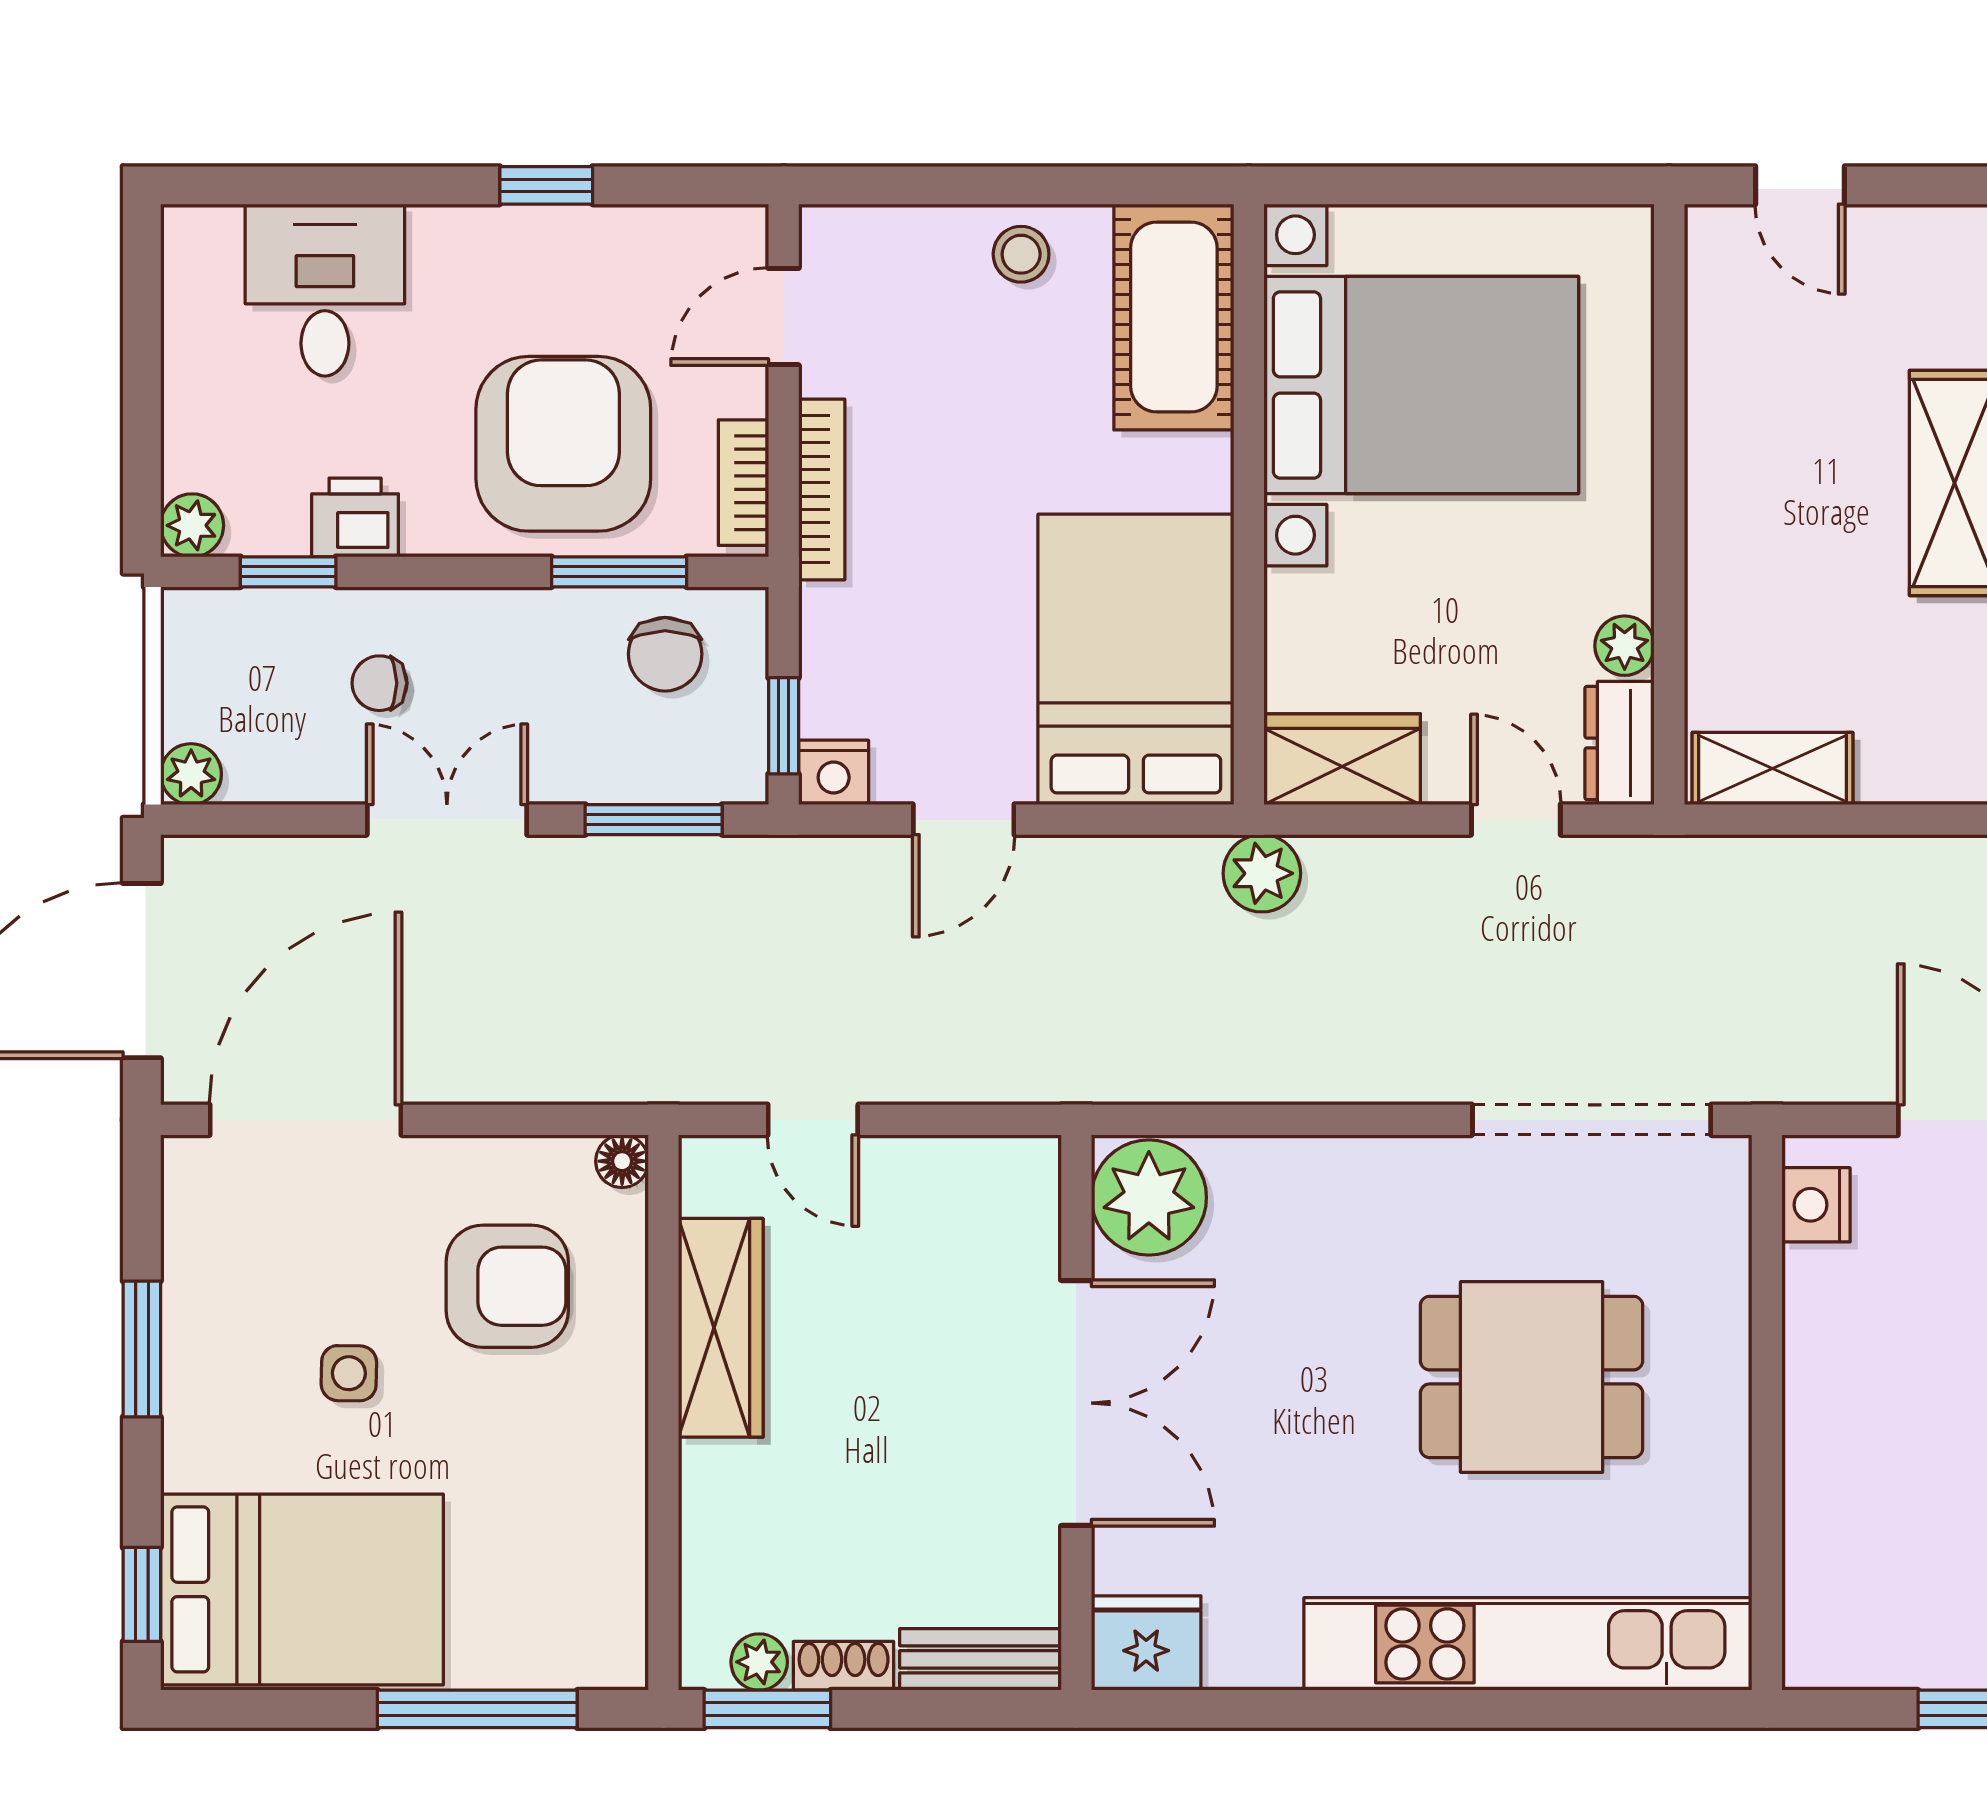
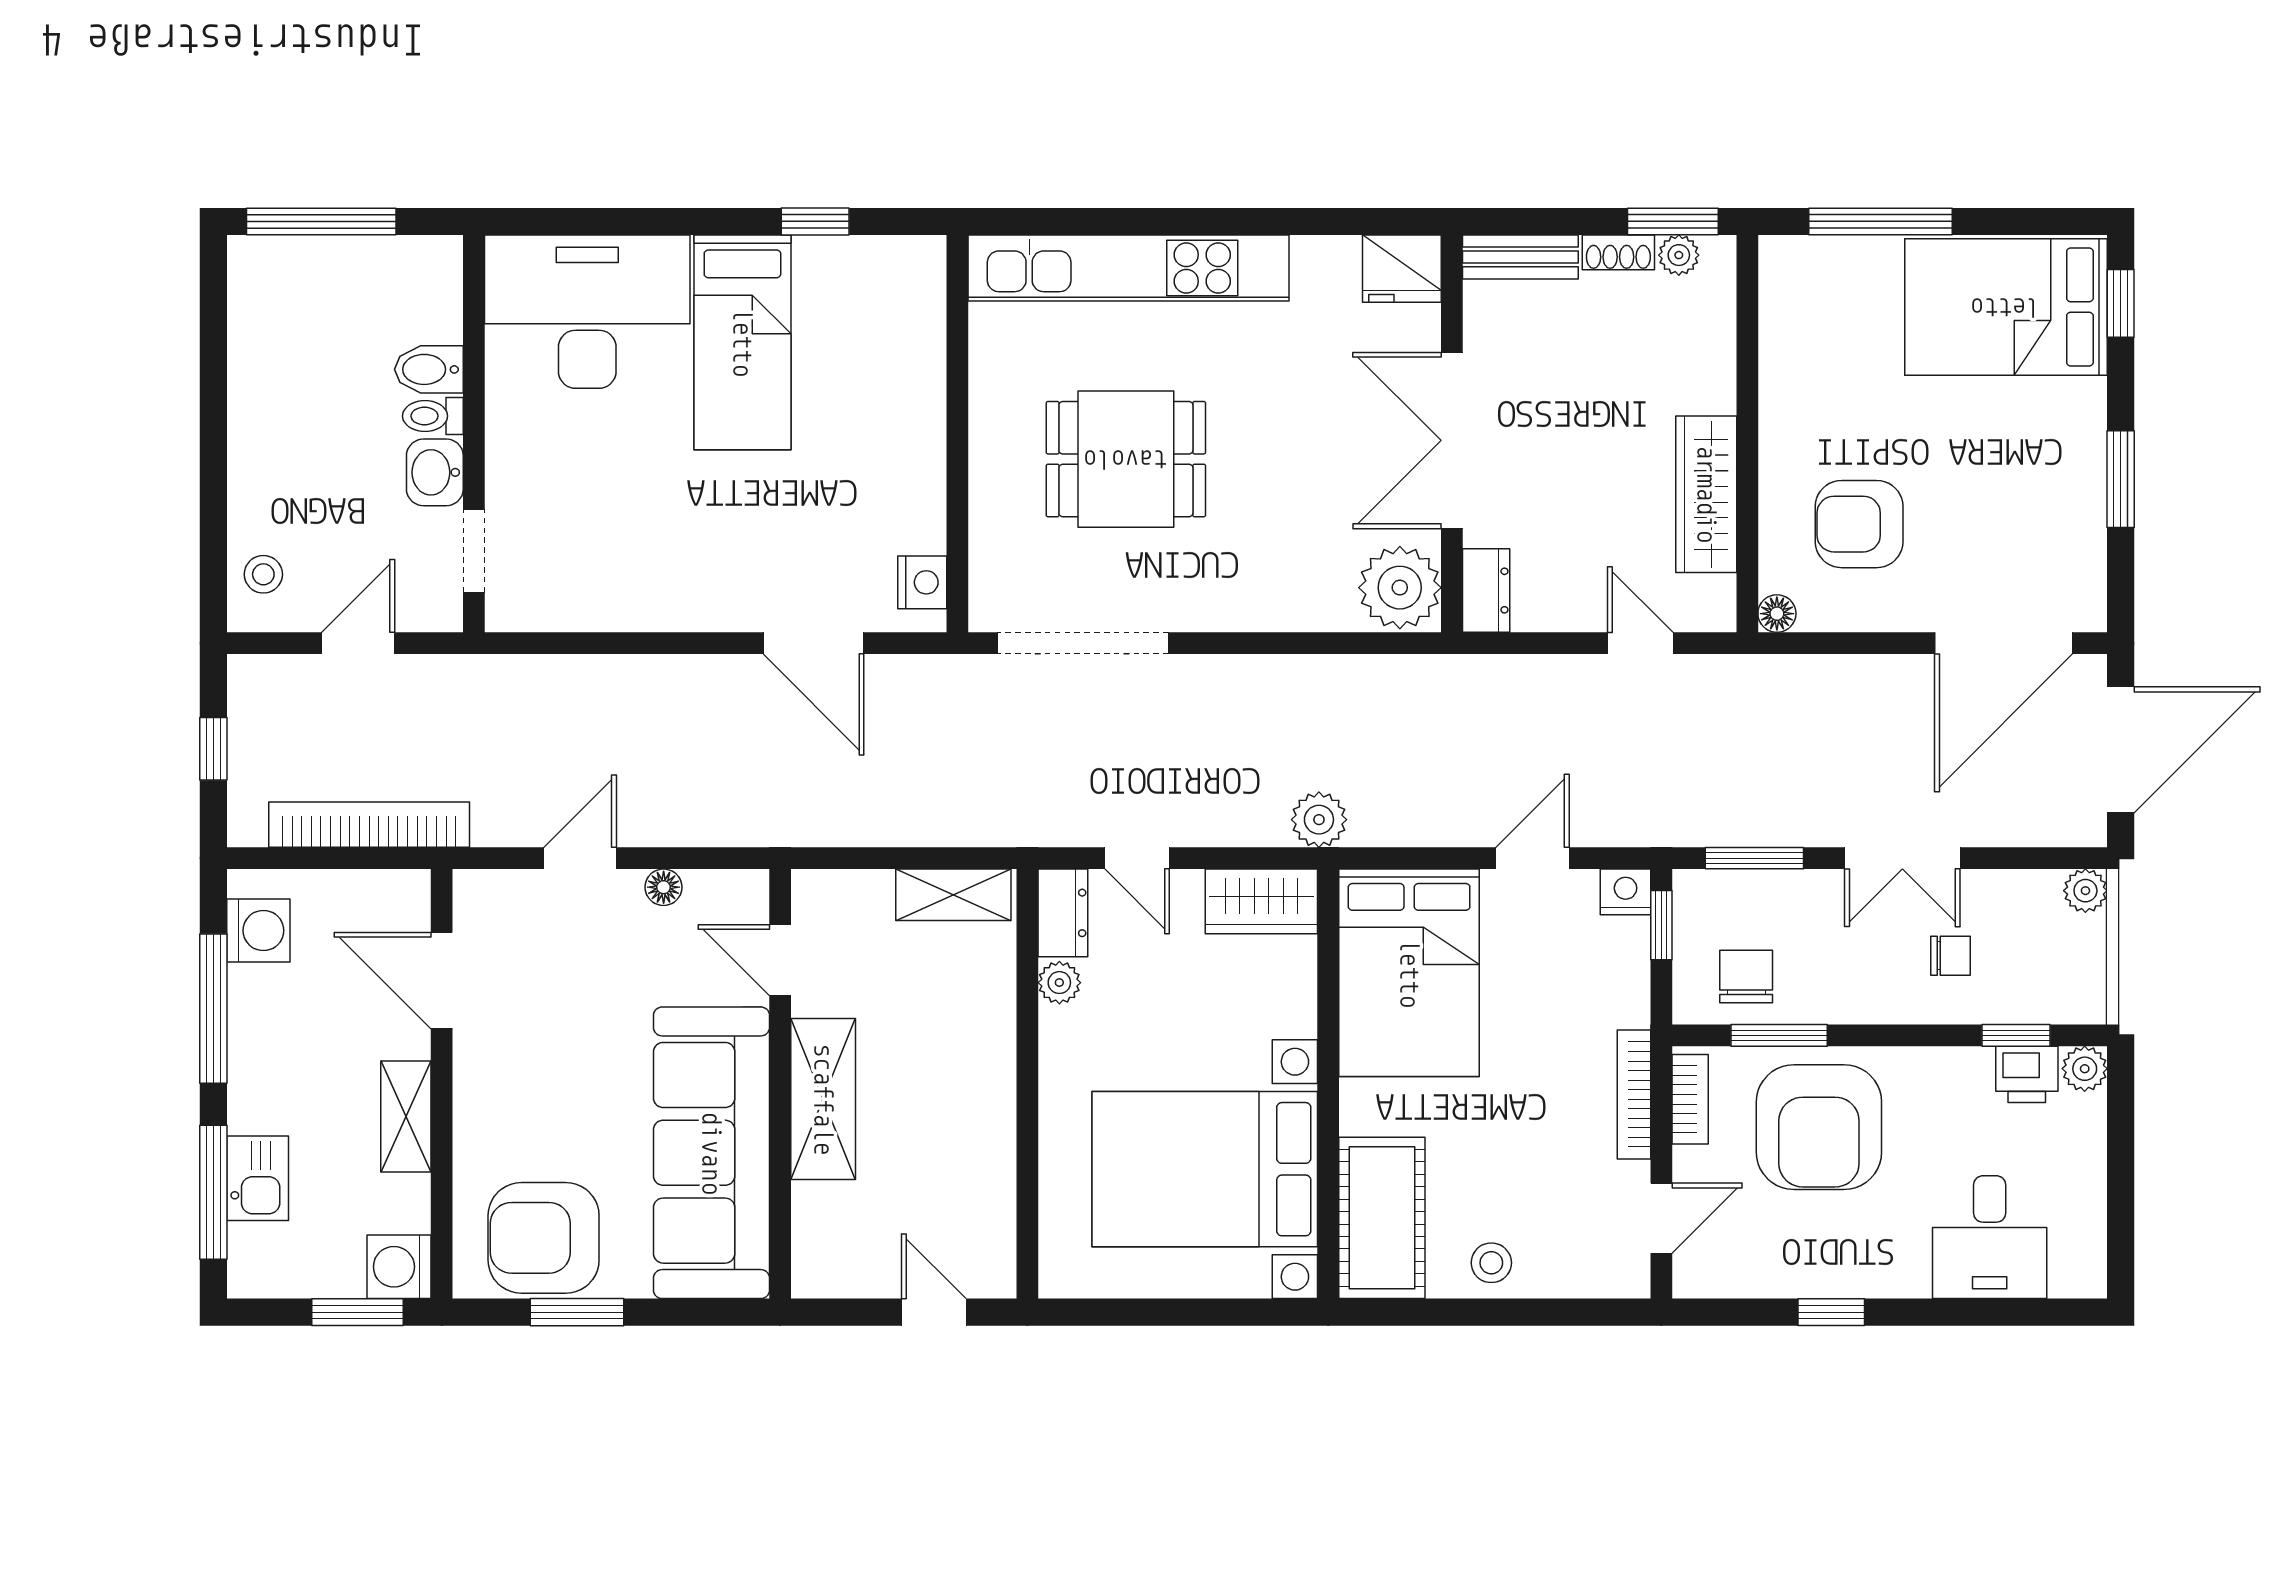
printer: (355, 517) -> (2027, 1074), moved
dresser: (1028, 1193) -> (1486, 591), added
side table: (349, 1373) -> (1972, 462), removed

